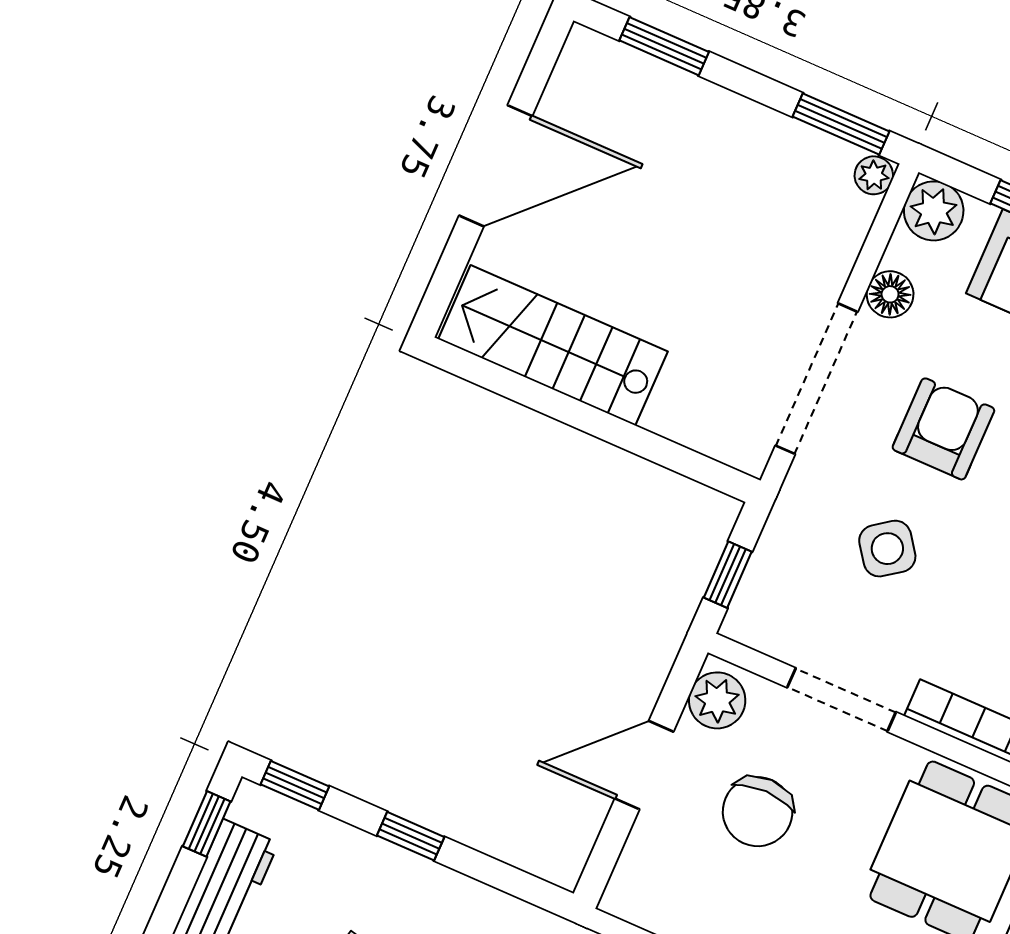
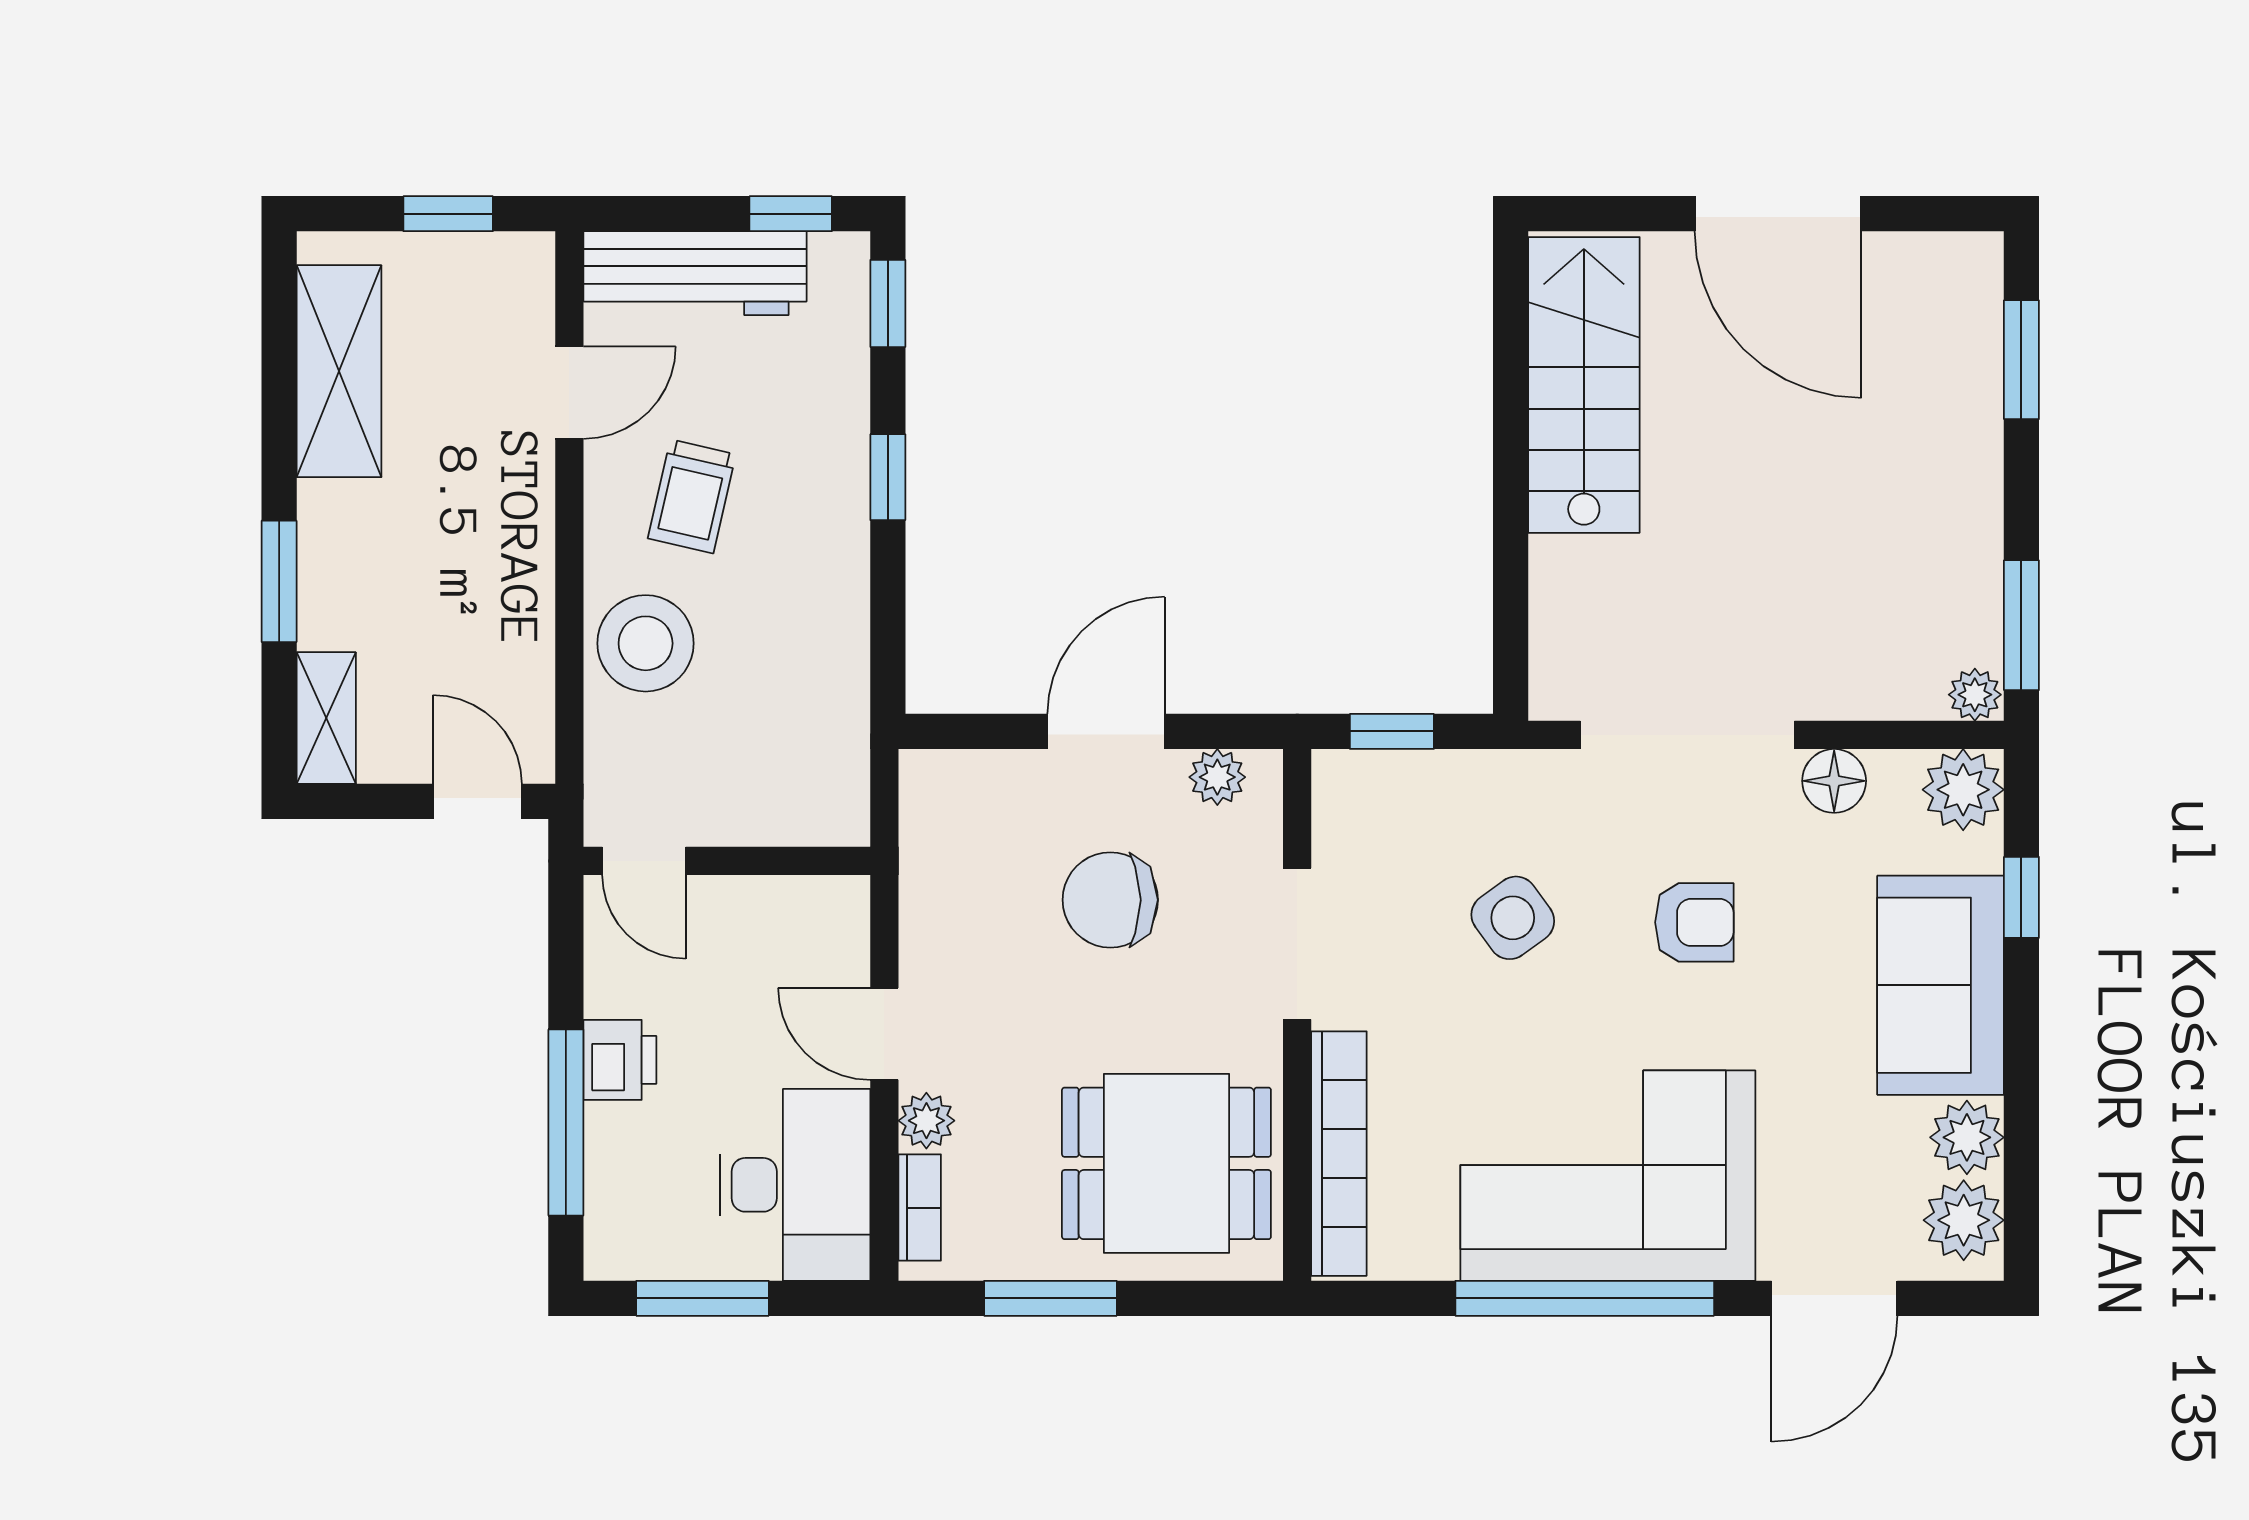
armchair: (943, 429) -> (1694, 922), width x0.72, depth x0.72
plant: (717, 700) -> (1217, 777), width x0.73, depth x0.73
door: (644, 765) -> (1106, 731), hinge flipped

